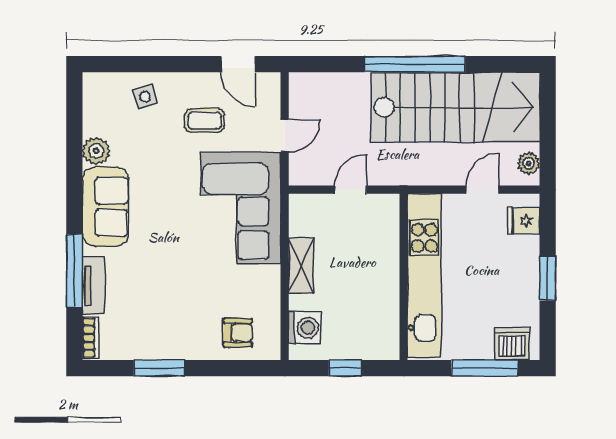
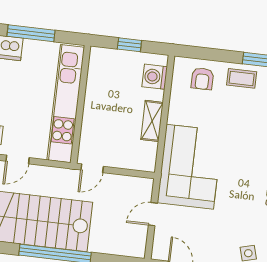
coffee table: (205, 121) -> (242, 78), moved
door: (351, 190) -> (92, 168), moved
armchair: (238, 333) -> (202, 79), turned -90

